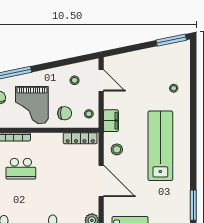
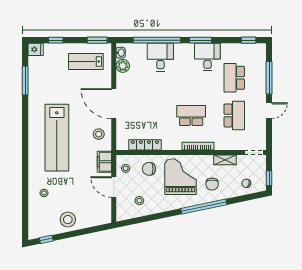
window: (171, 40) -> (46, 239), width x0.46
stool: (149, 61) -> (68, 220), added
door: (101, 80) -> (114, 187), moved
locker: (80, 138) -> (145, 145), moved

